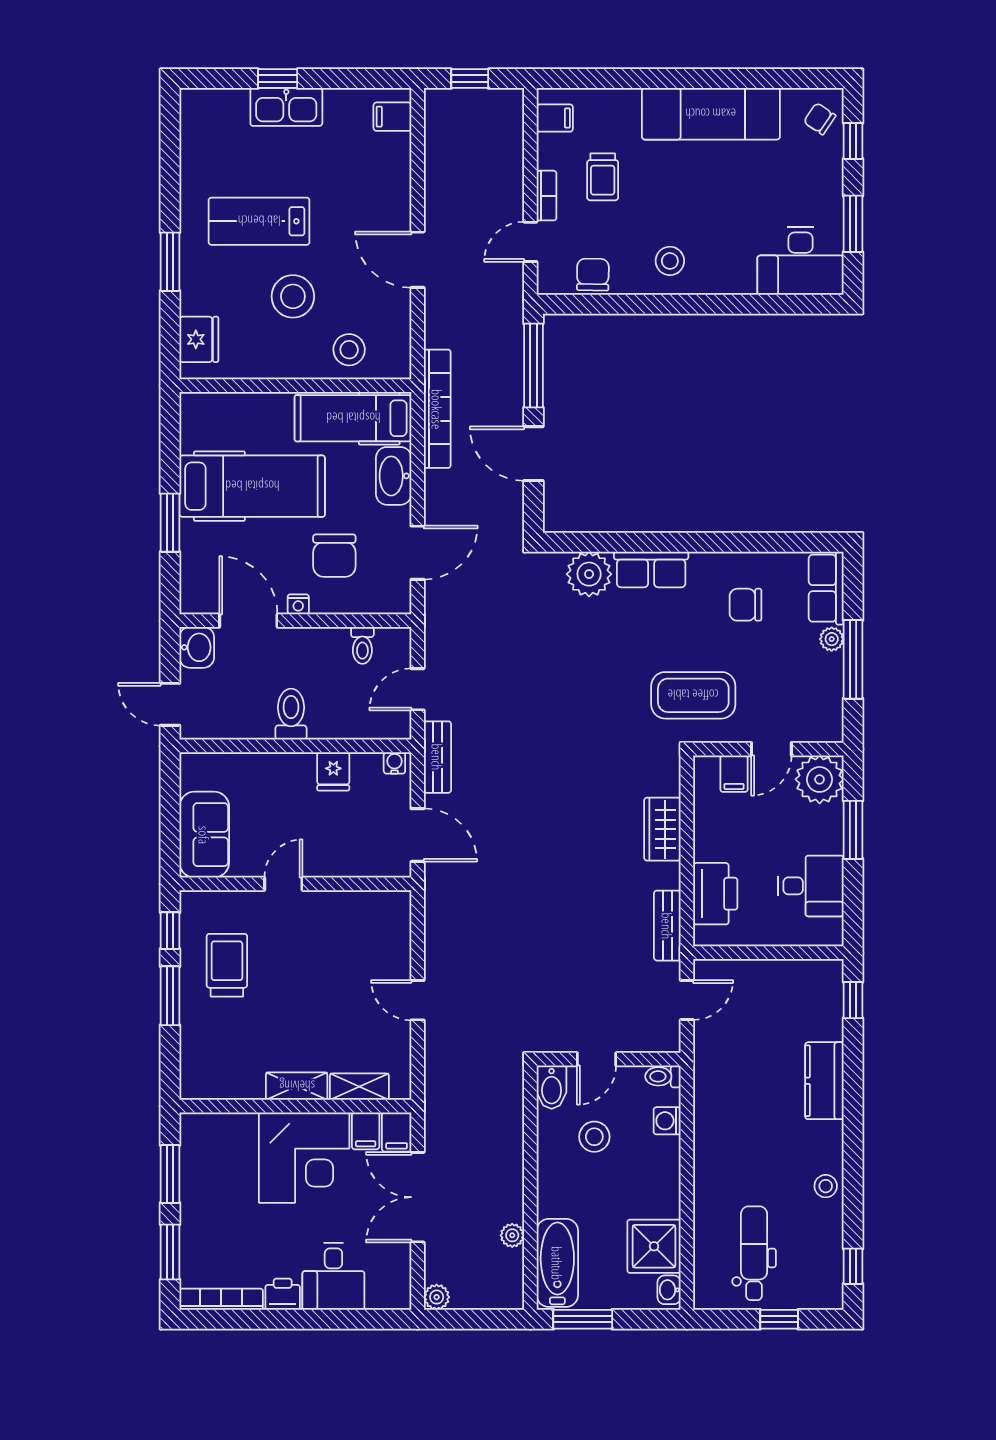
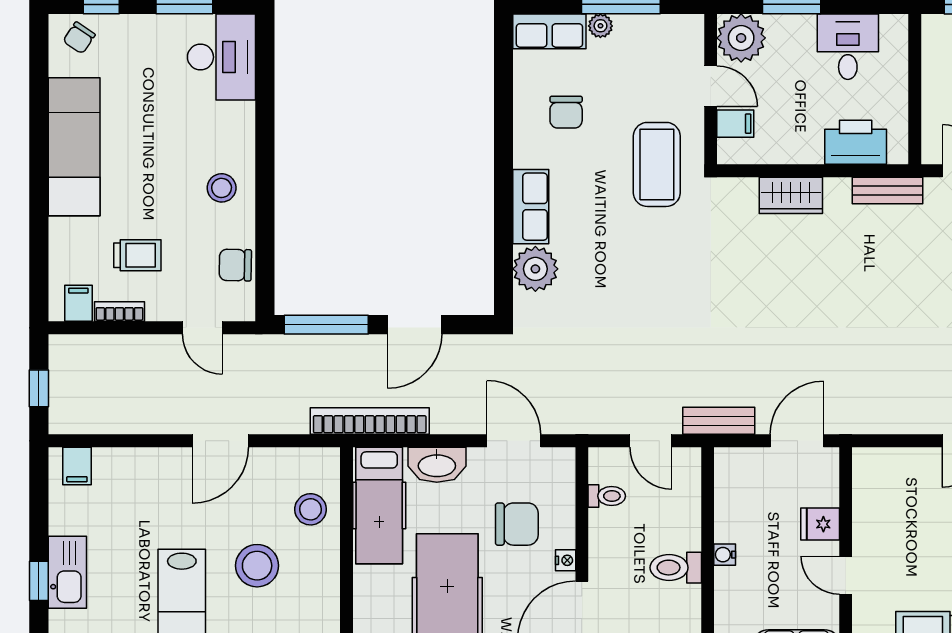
bookcase: (547, 196) -> (119, 312), moved
water cooler: (394, 763) -> (725, 555), moved
fridge: (333, 771) -> (820, 524), moved, turned 180

